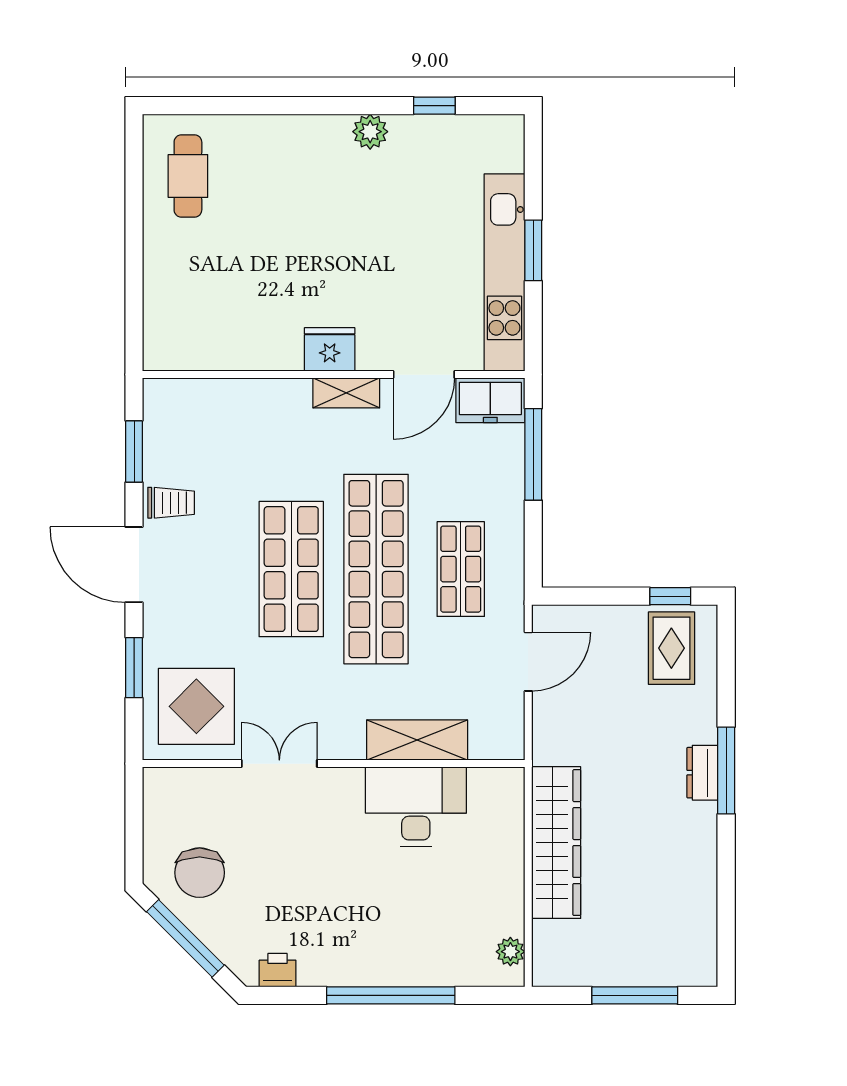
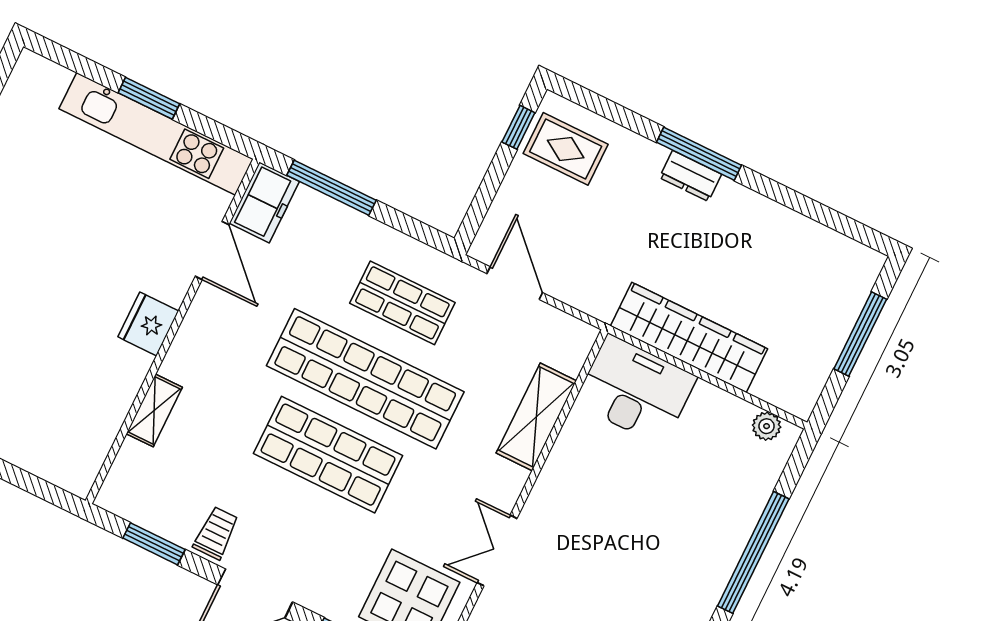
shelving: (346, 393) -> (154, 410), moved
desk: (416, 807) -> (635, 390), moved, turned 90

